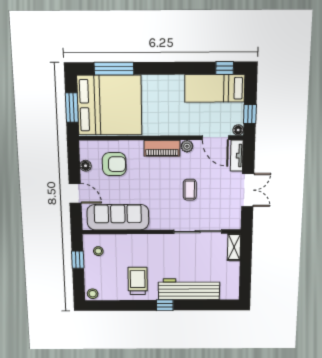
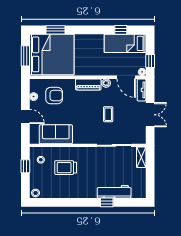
window: (225, 68) -> (121, 30), moved
window: (114, 69) -> (55, 30), width x0.69
sofa: (118, 217) -> (56, 134), width x0.73
trolley: (138, 281) -> (66, 168), moved, turned -90
workbench: (189, 289) -> (114, 192), width x0.73, depth x0.76
window: (165, 305) -> (107, 202), moved

